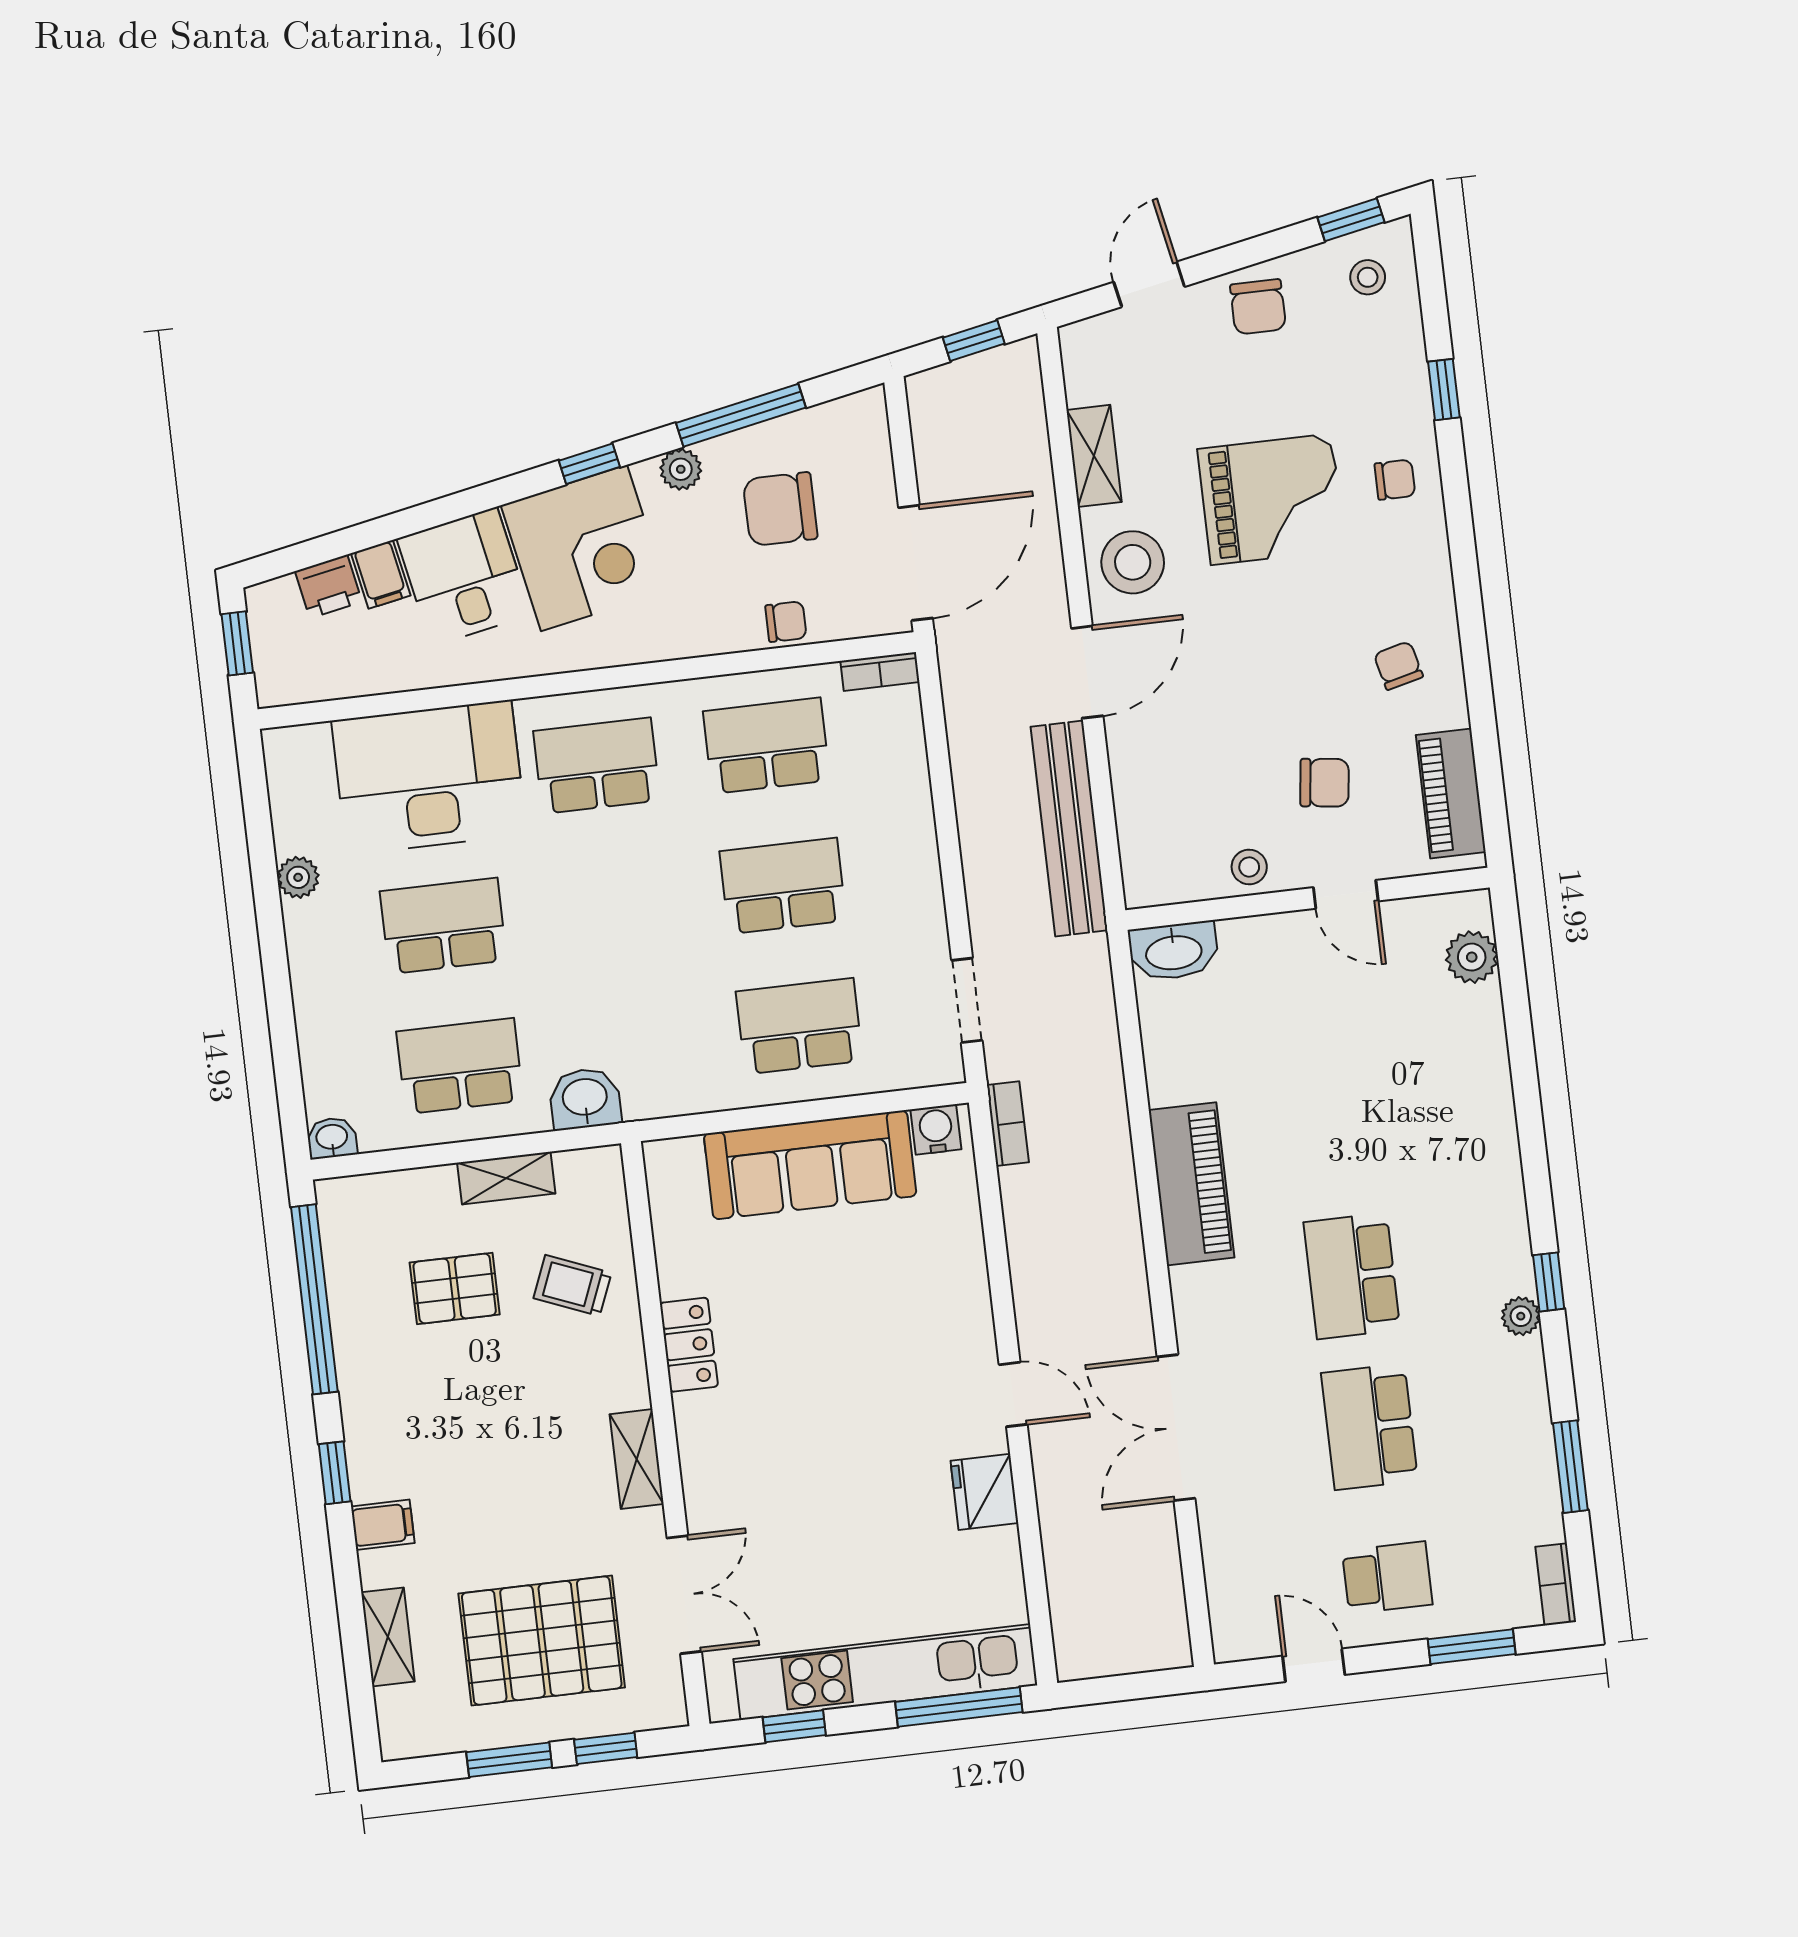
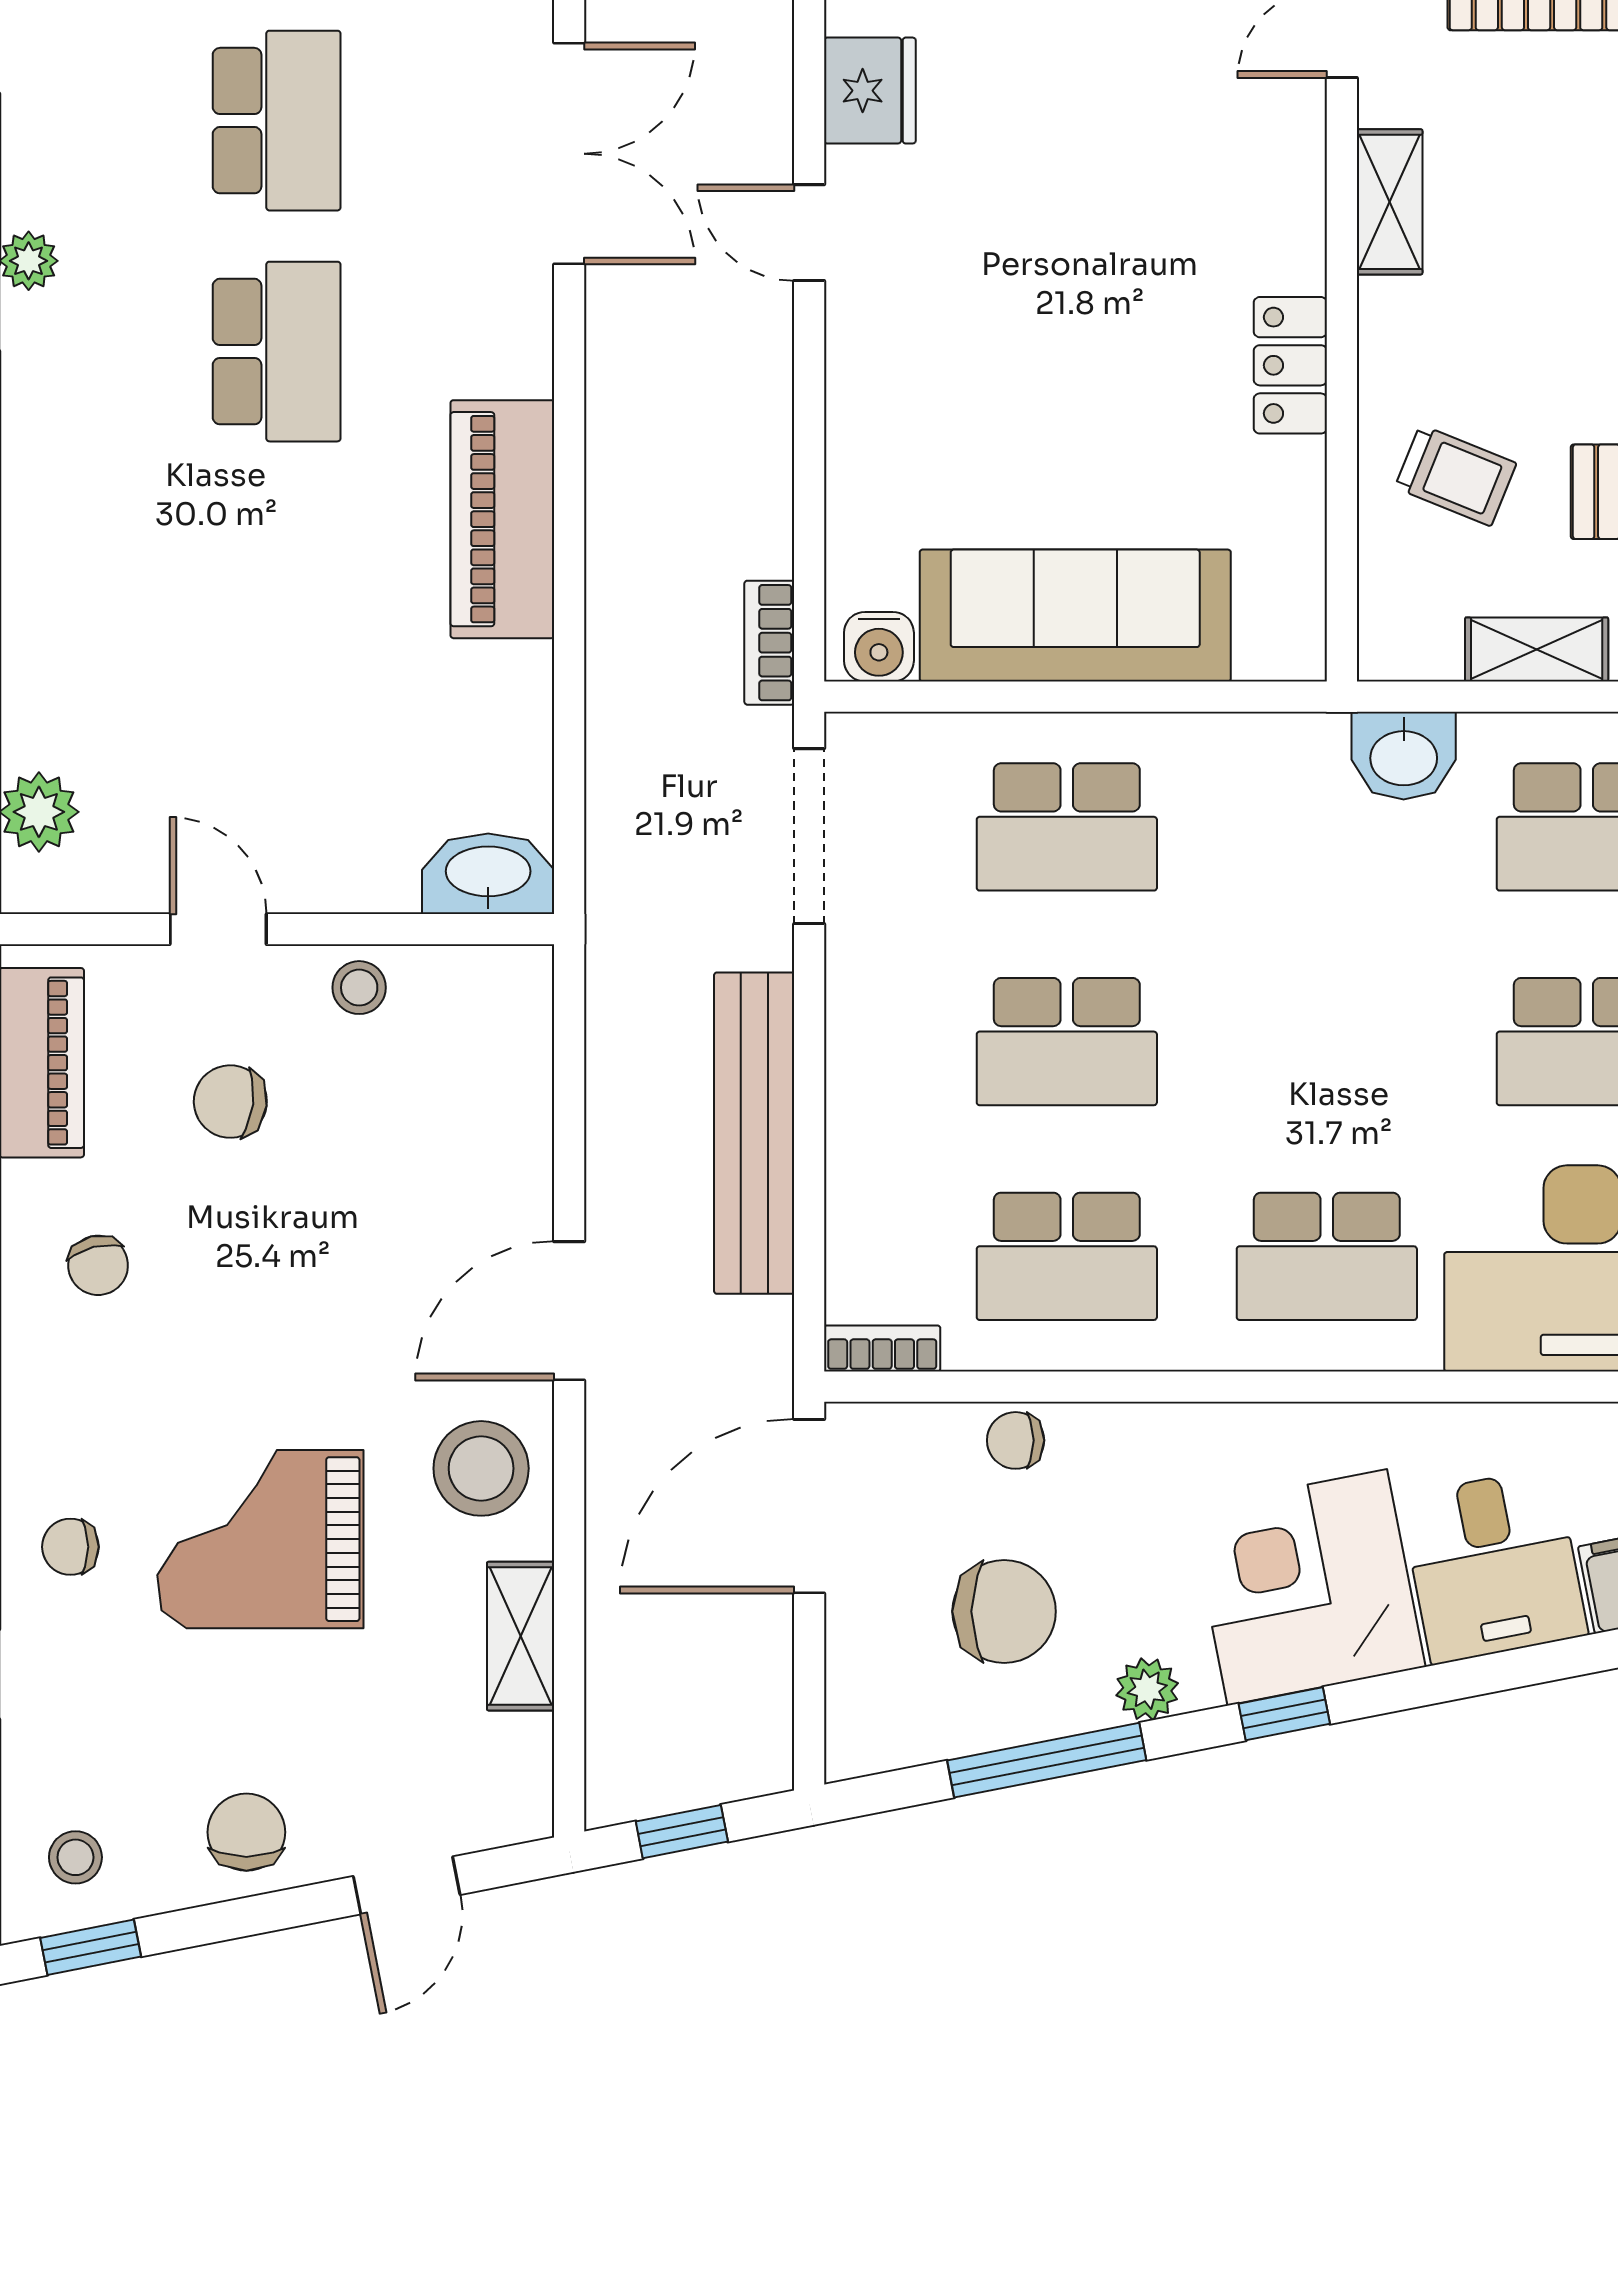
bench: (1069, 828) -> (754, 1133), moved
doorway: (967, 1000) -> (809, 836), width x1.38

